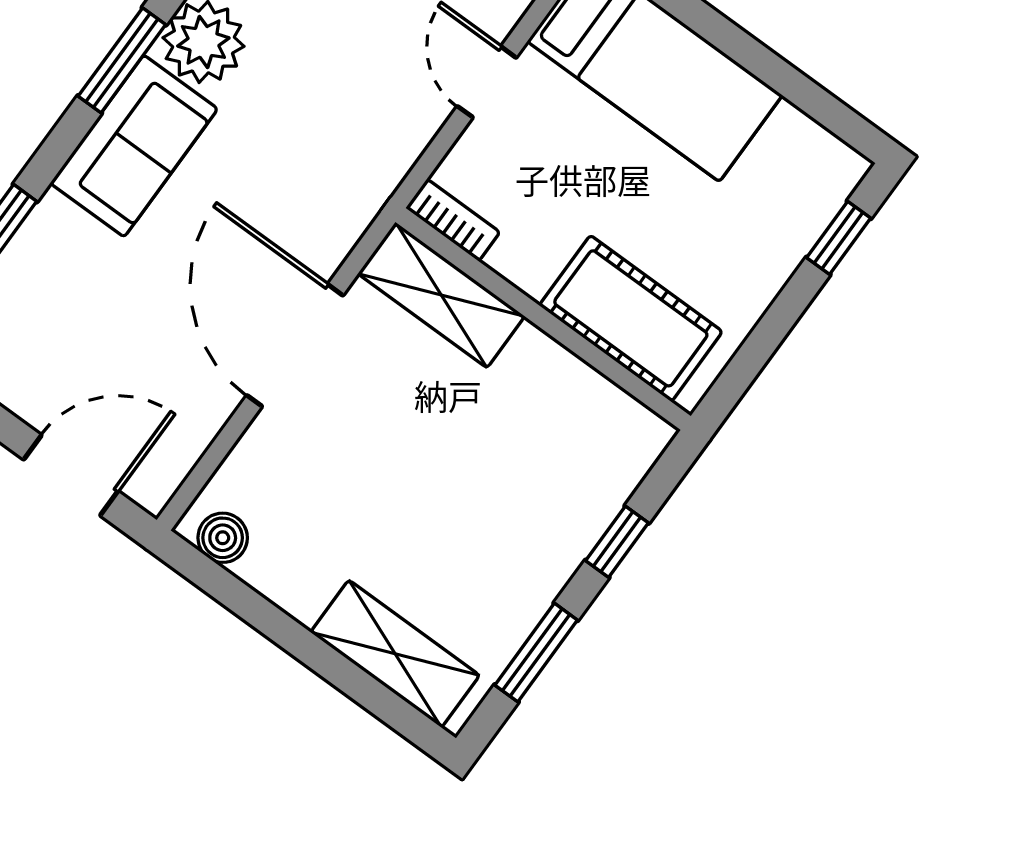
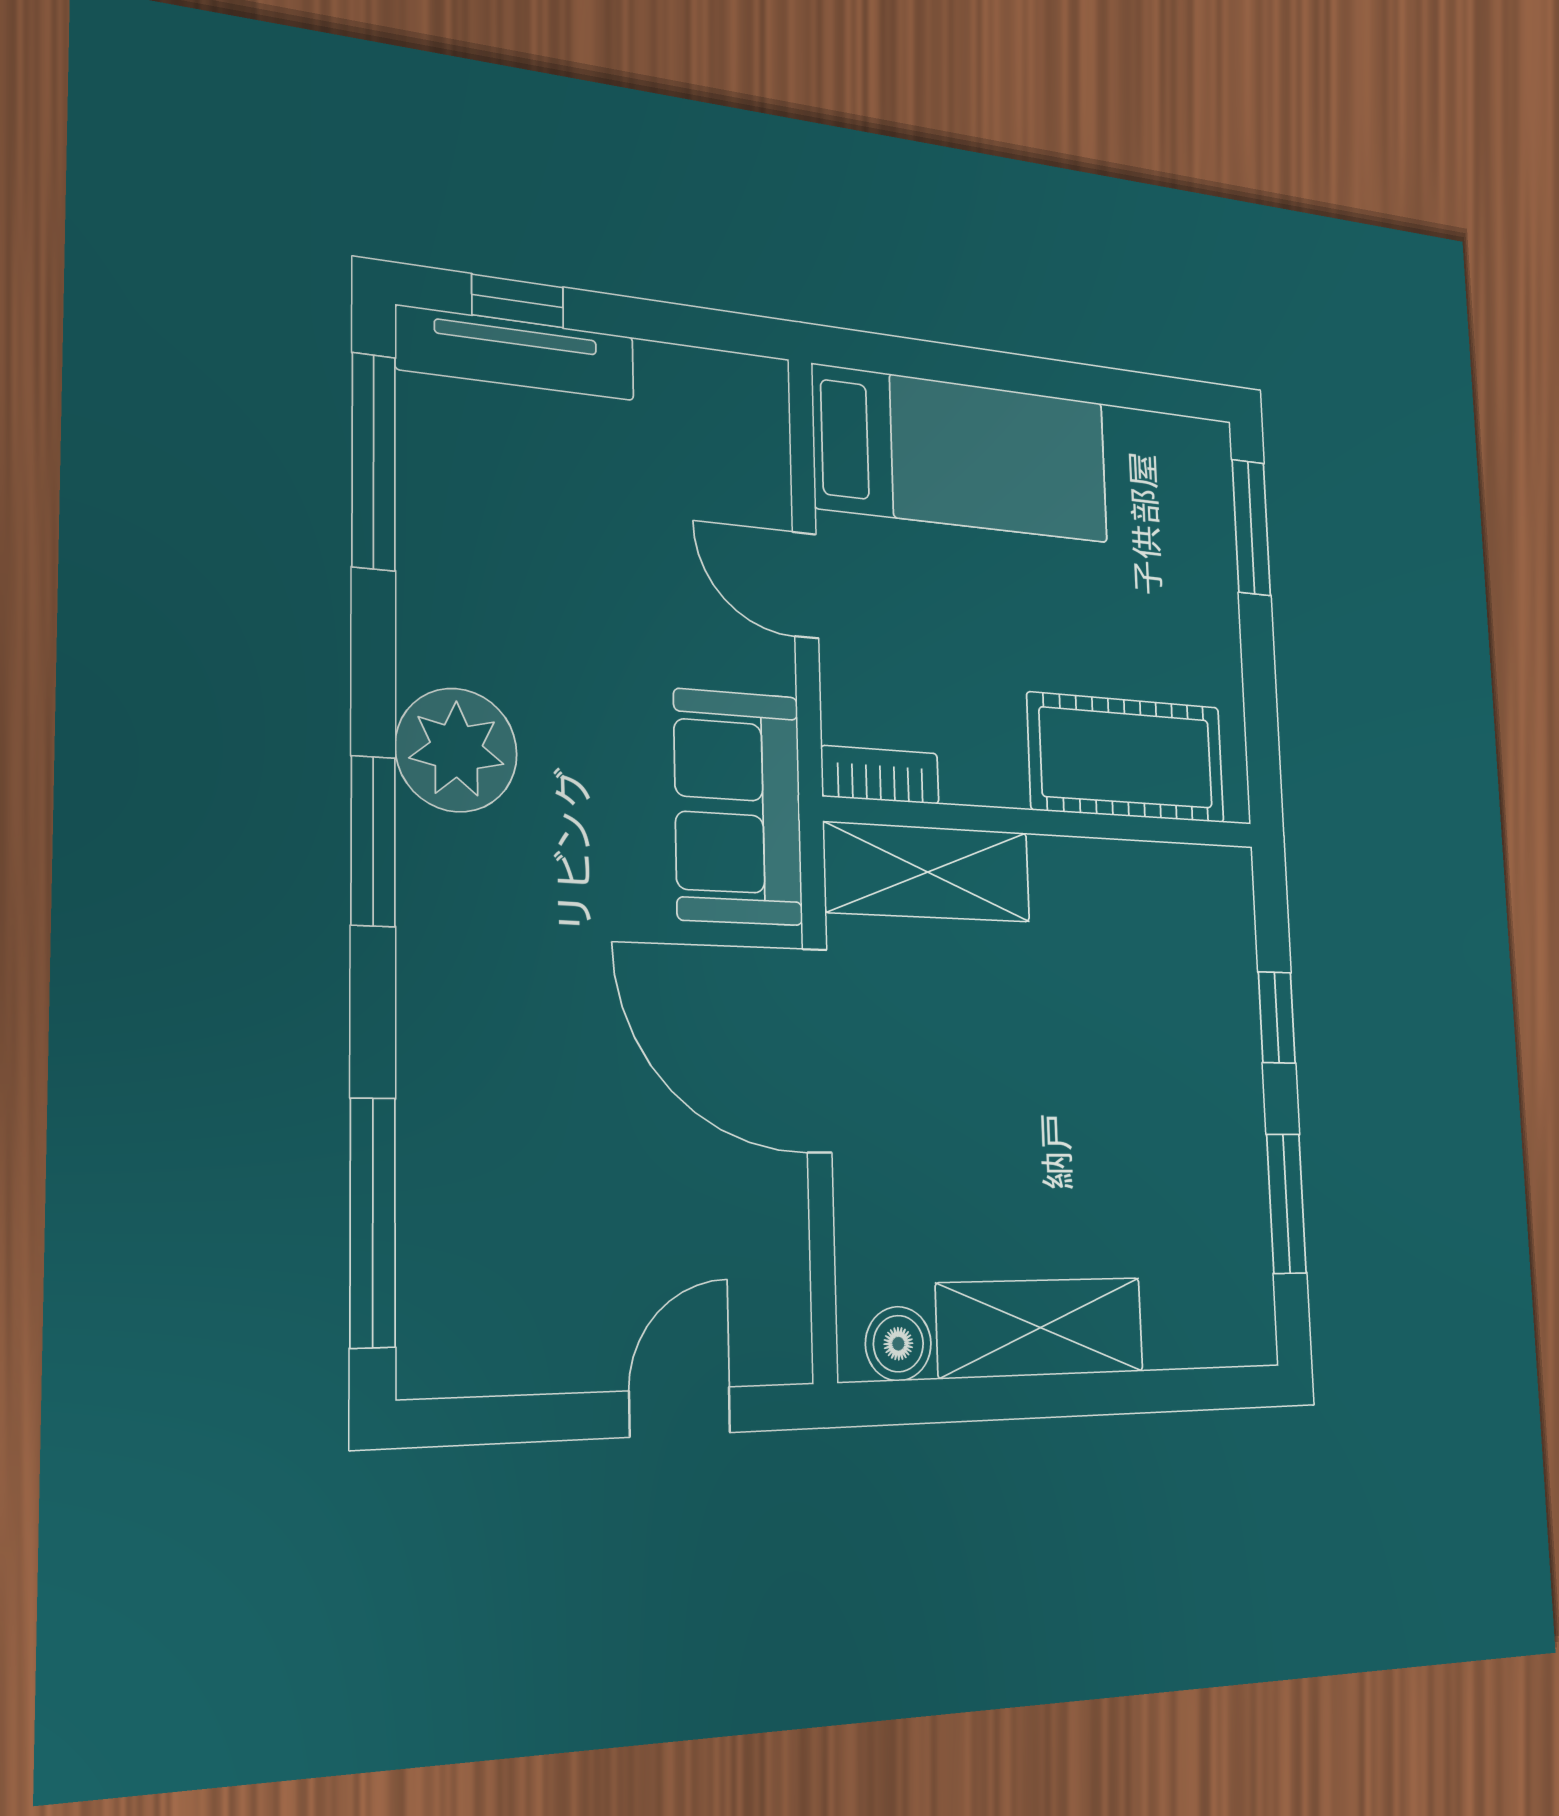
sofa: (134, 146) -> (738, 807), moved, turned 180
window: (839, 238) -> (1251, 527), width x1.50
door: (71, 475) -> (680, 1412), width x0.73
shelving: (395, 654) -> (1040, 1328), moved

